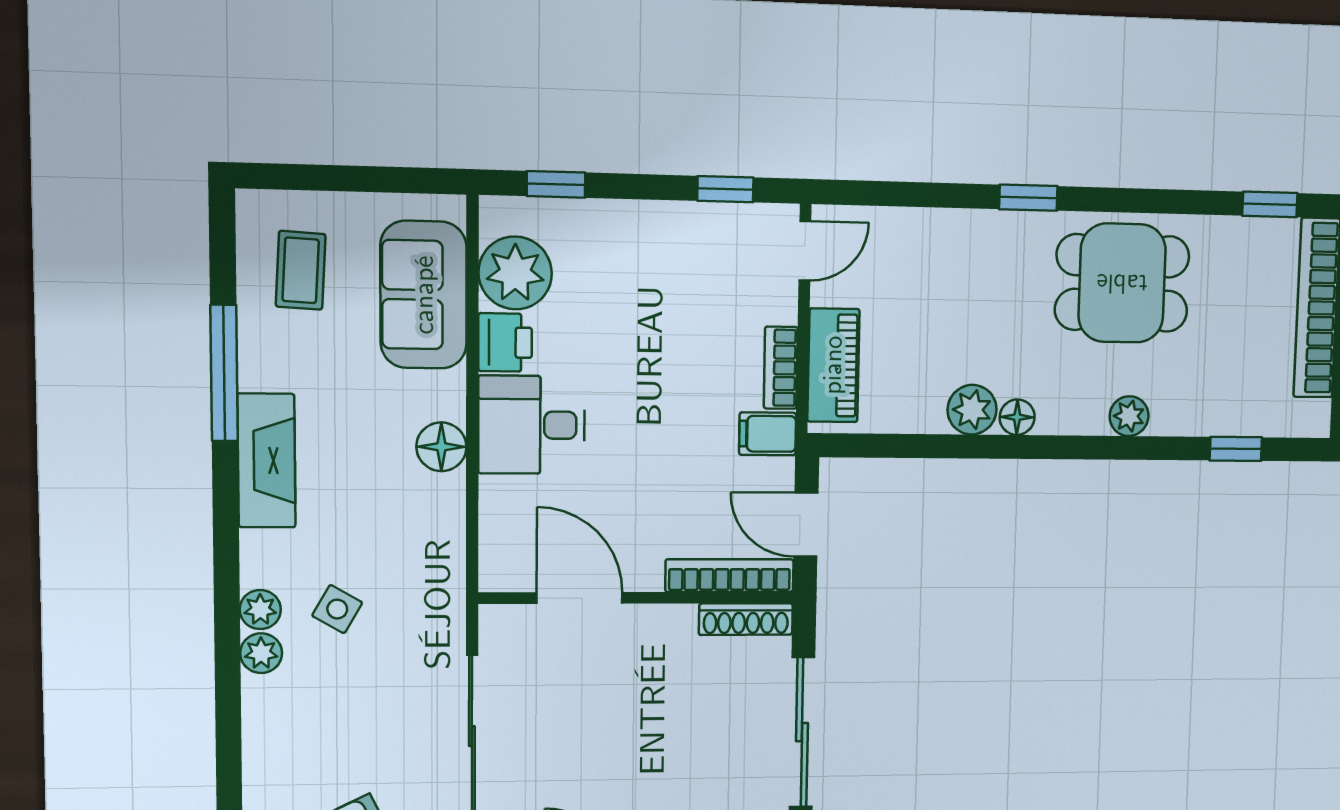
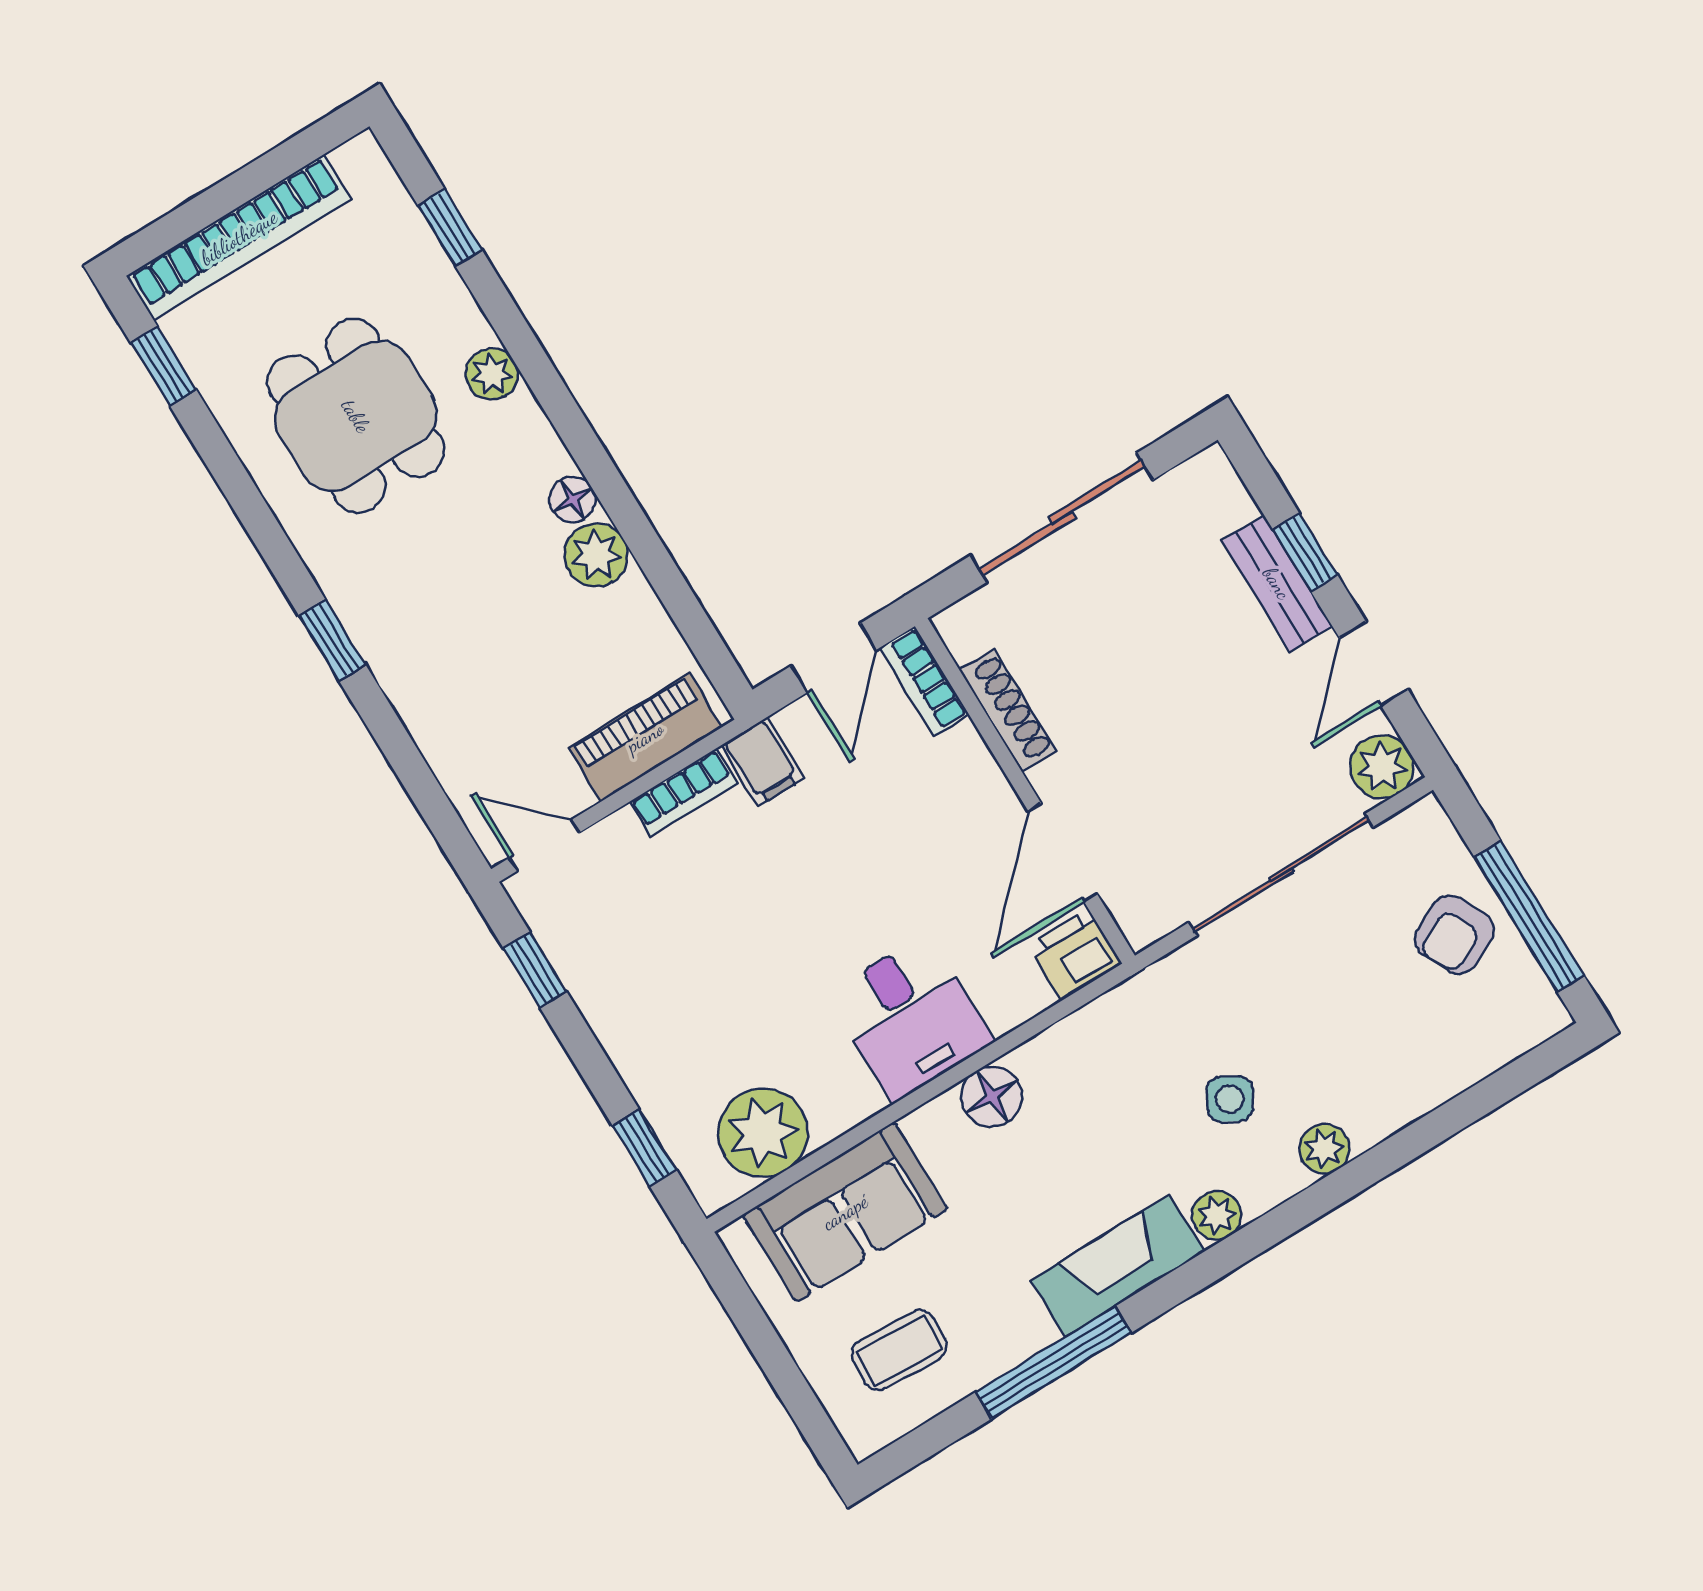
dining table: (1122, 283) -> (356, 416), moved
printer: (505, 342) -> (1075, 955), moved
bookcase: (730, 576) -> (924, 681), width x0.64
plant: (260, 610) -> (1217, 1215), moved
shoe rack: (746, 619) -> (1008, 710), moved

